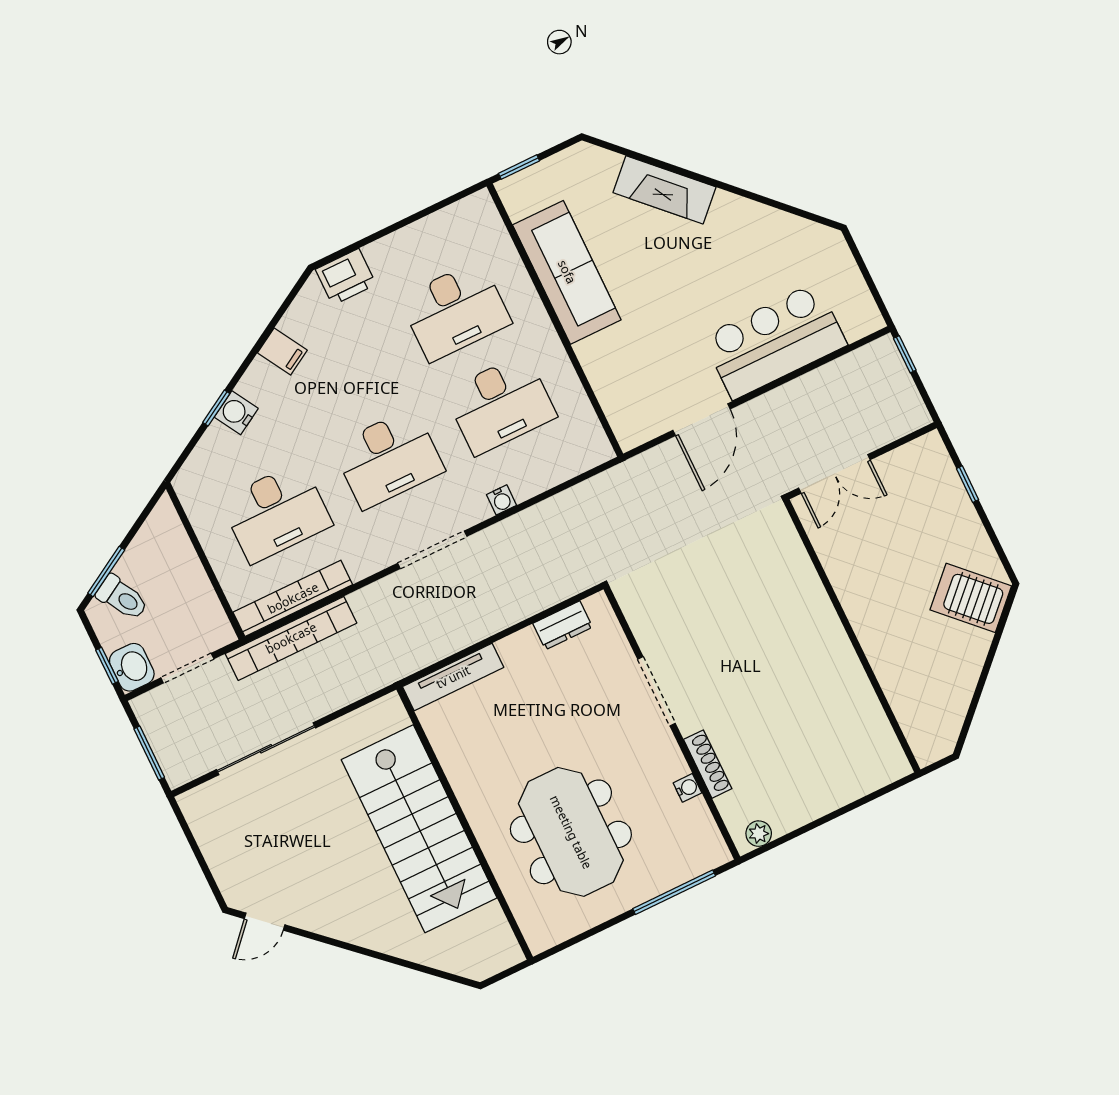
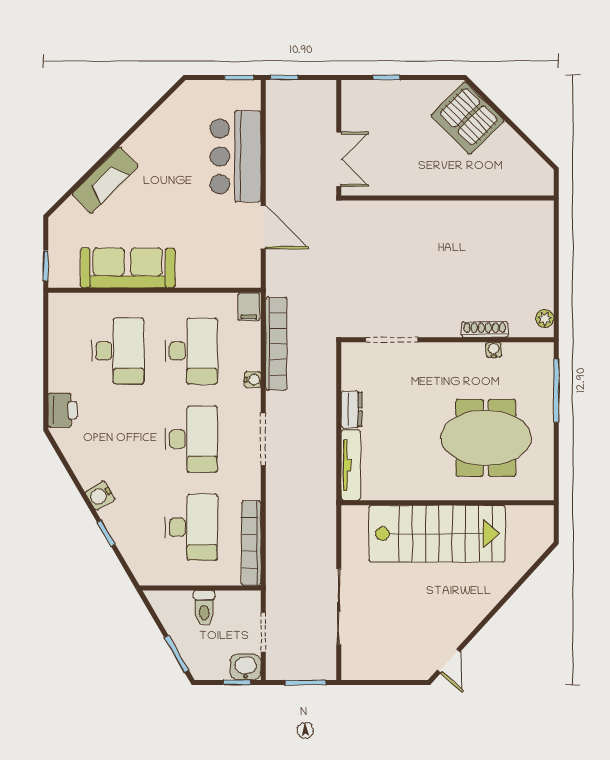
window: (877, 297) -> (239, 77), added
filing cabinet: (282, 351) -> (249, 307), moved, turned 120
water cooler: (236, 413) -> (100, 496), moved
toilet: (122, 598) -> (204, 608), moved, turned 120
server rack: (971, 598) -> (467, 118), width x1.60
dresser: (563, 625) -> (352, 409), moved
bookcase: (291, 638) -> (276, 344), moved
doorway: (656, 691) -> (392, 340), moved

